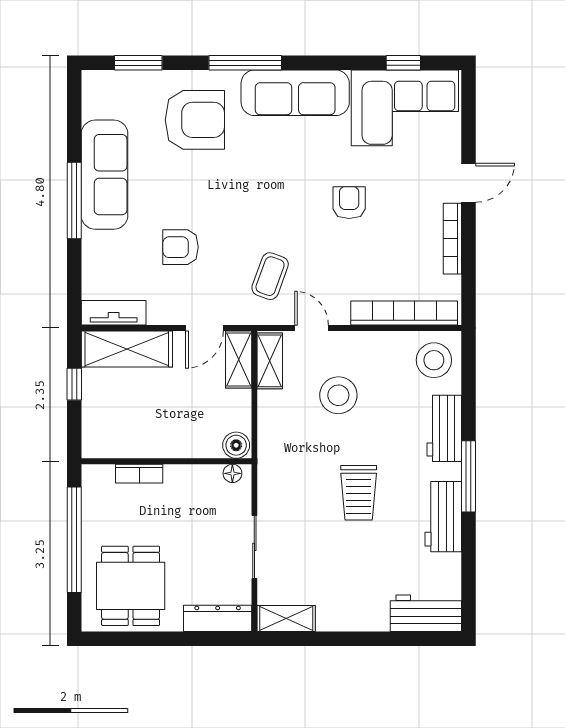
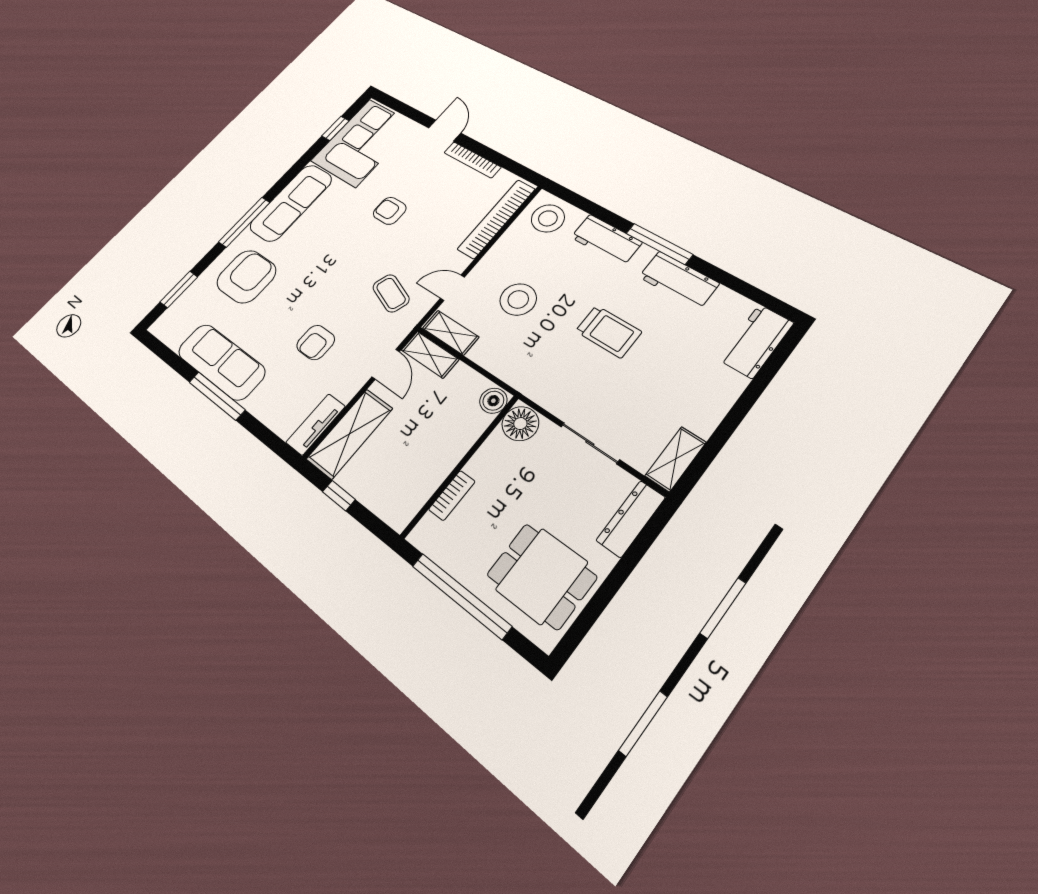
floor lamp: (232, 473) -> (520, 424), width x1.89, depth x1.89

